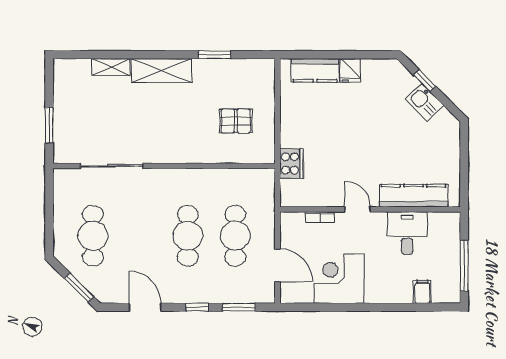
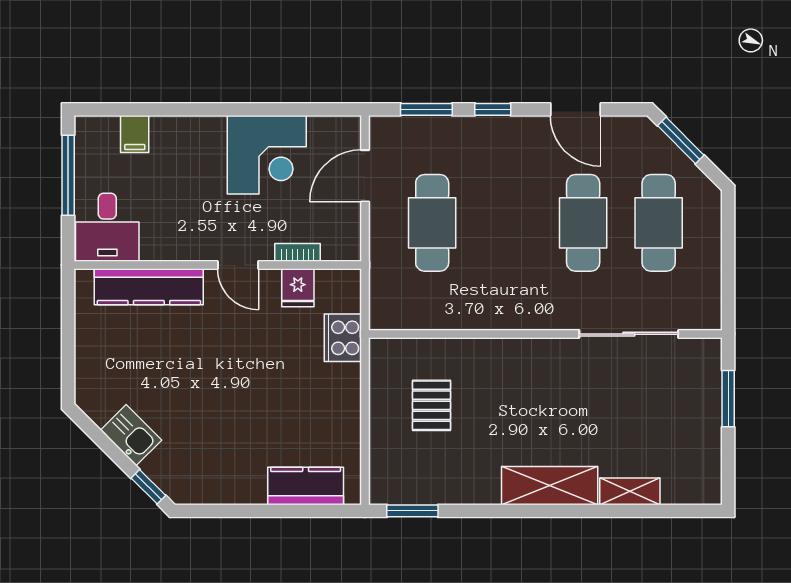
window: (215, 55) -> (412, 511), moved
fridge: (350, 70) -> (298, 288), moved, turned 180
window: (425, 81) -> (148, 487), moved
pallet: (236, 121) -> (432, 405), turned 90
desk: (407, 233) -> (107, 227), moved
cafe table: (188, 236) -> (583, 223), moved
door: (277, 265) -> (365, 176), hinge flipped

